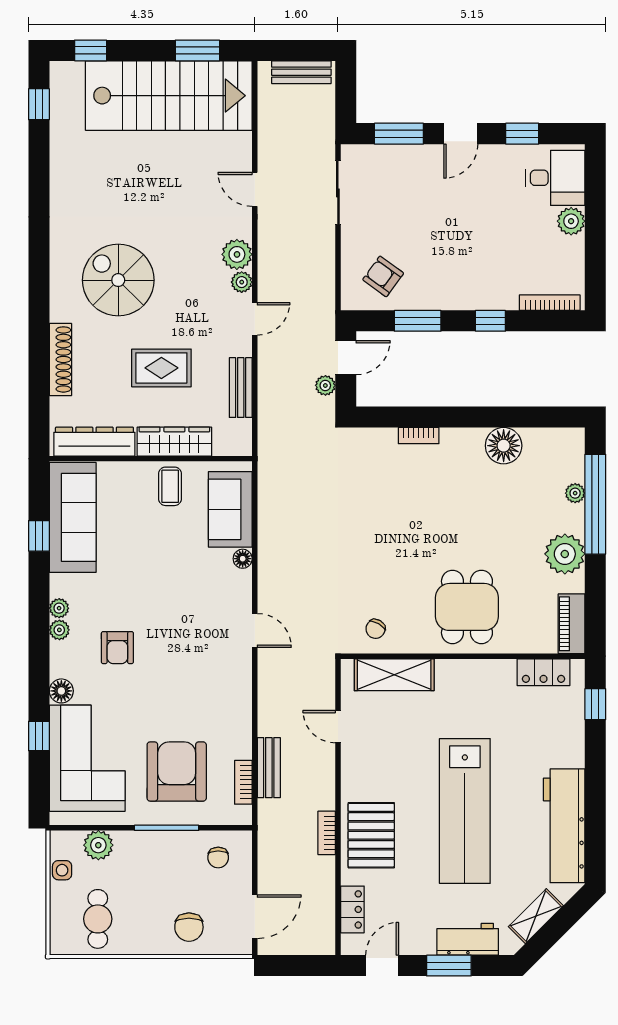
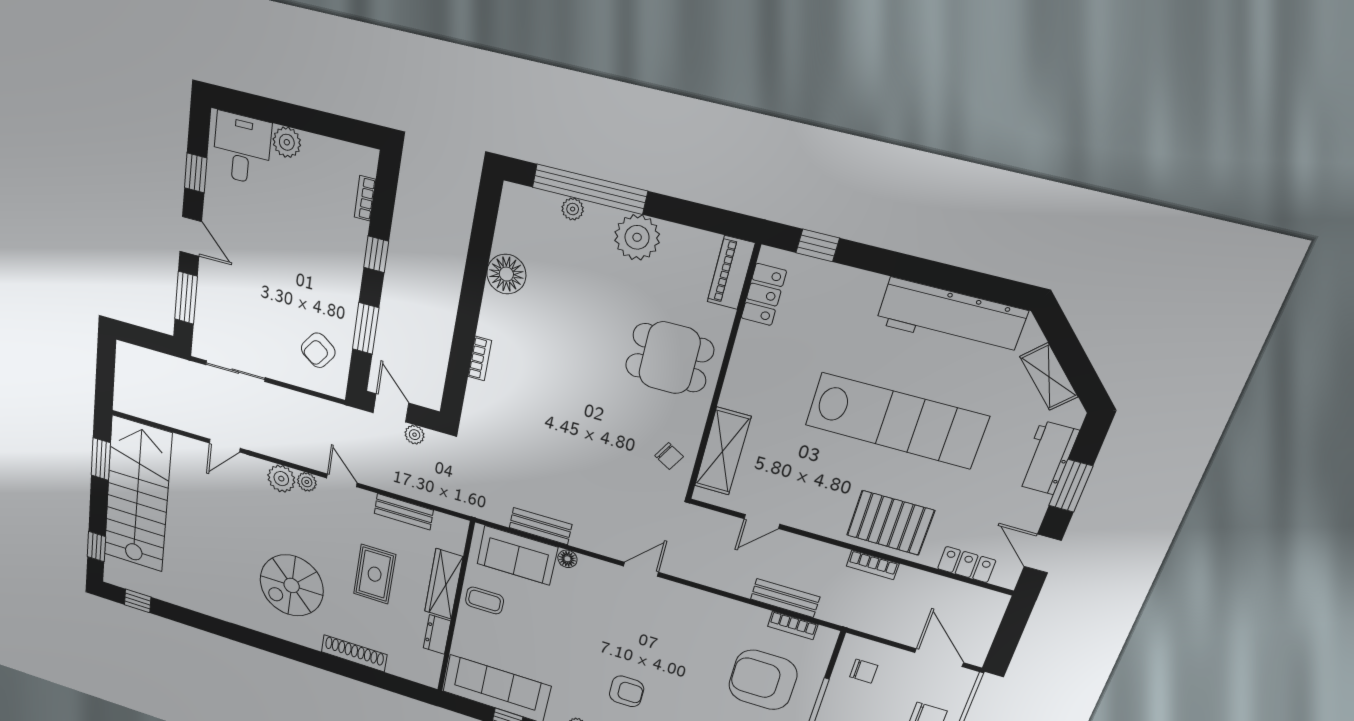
bench: (301, 72) -> (540, 526), moved, turned 90
bookcase: (550, 303) -> (365, 198), width x0.64
dresser: (94, 442) -> (437, 634), width x0.51, depth x0.80
piano: (572, 624) -> (731, 273), moved, turned 90

